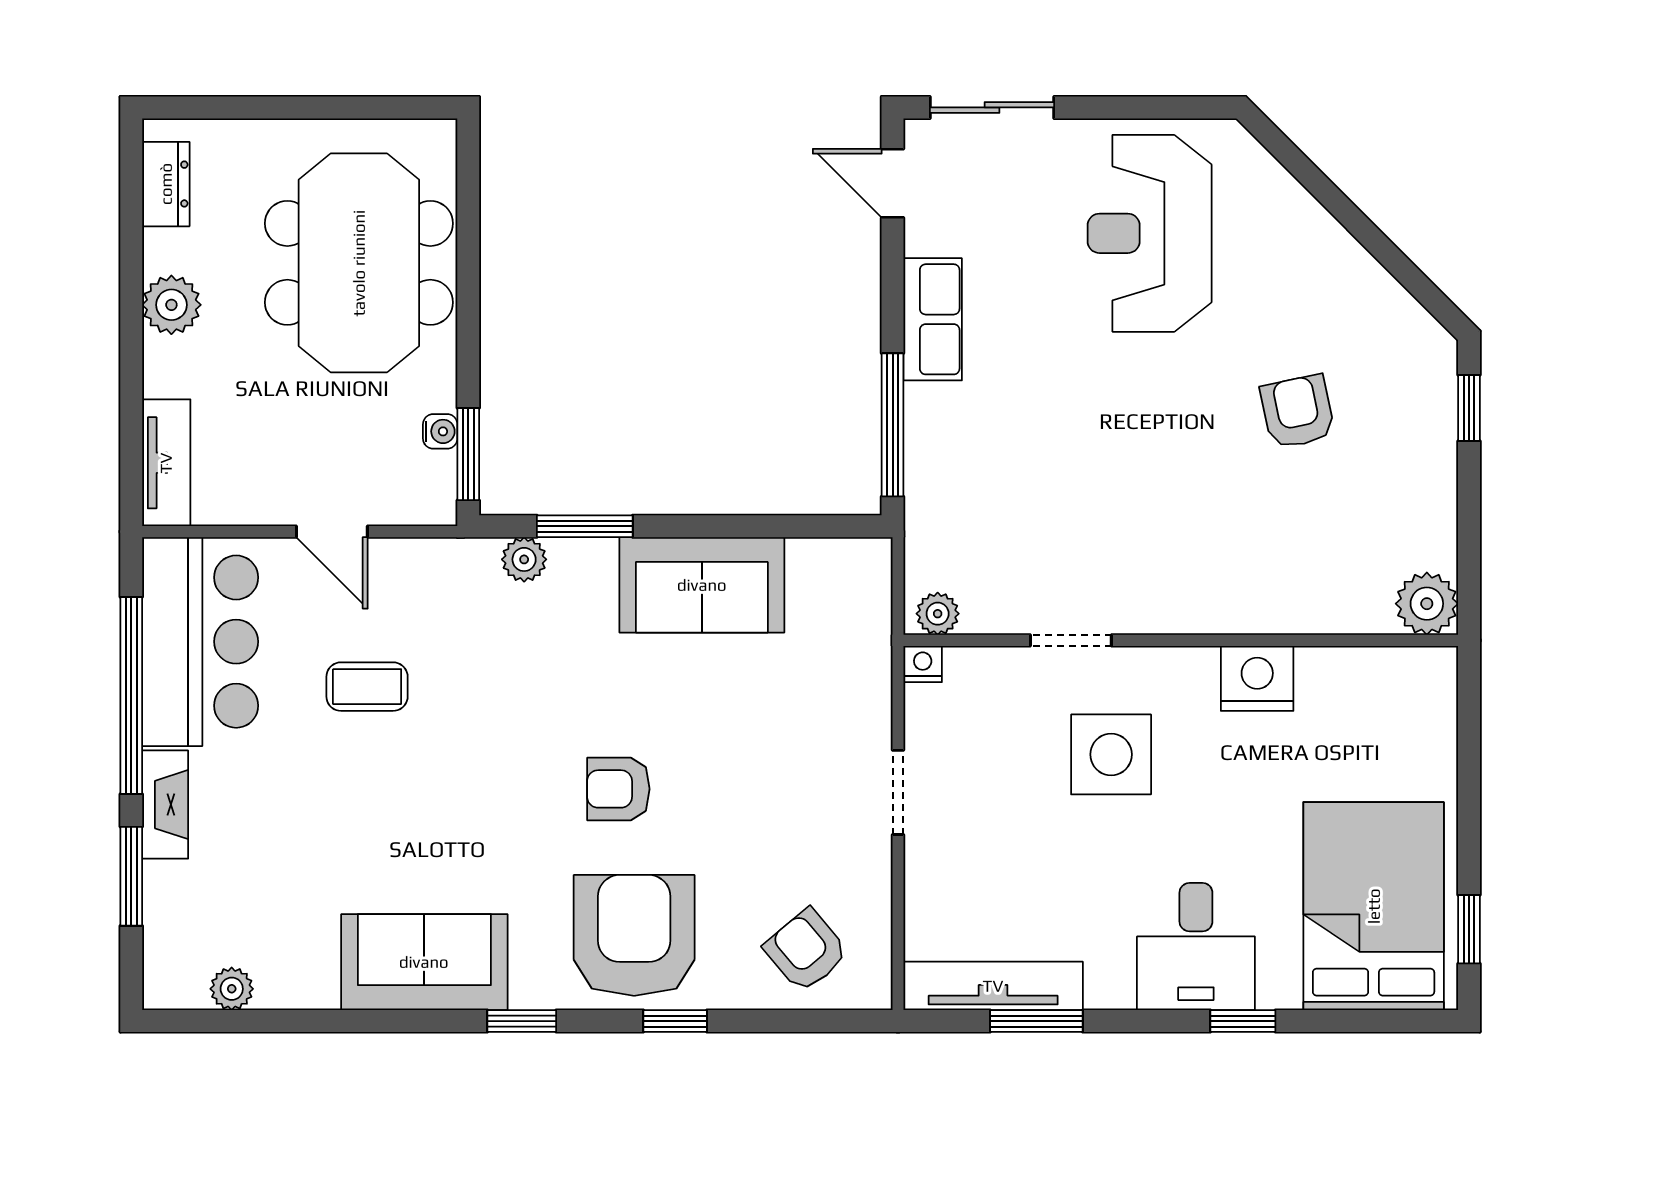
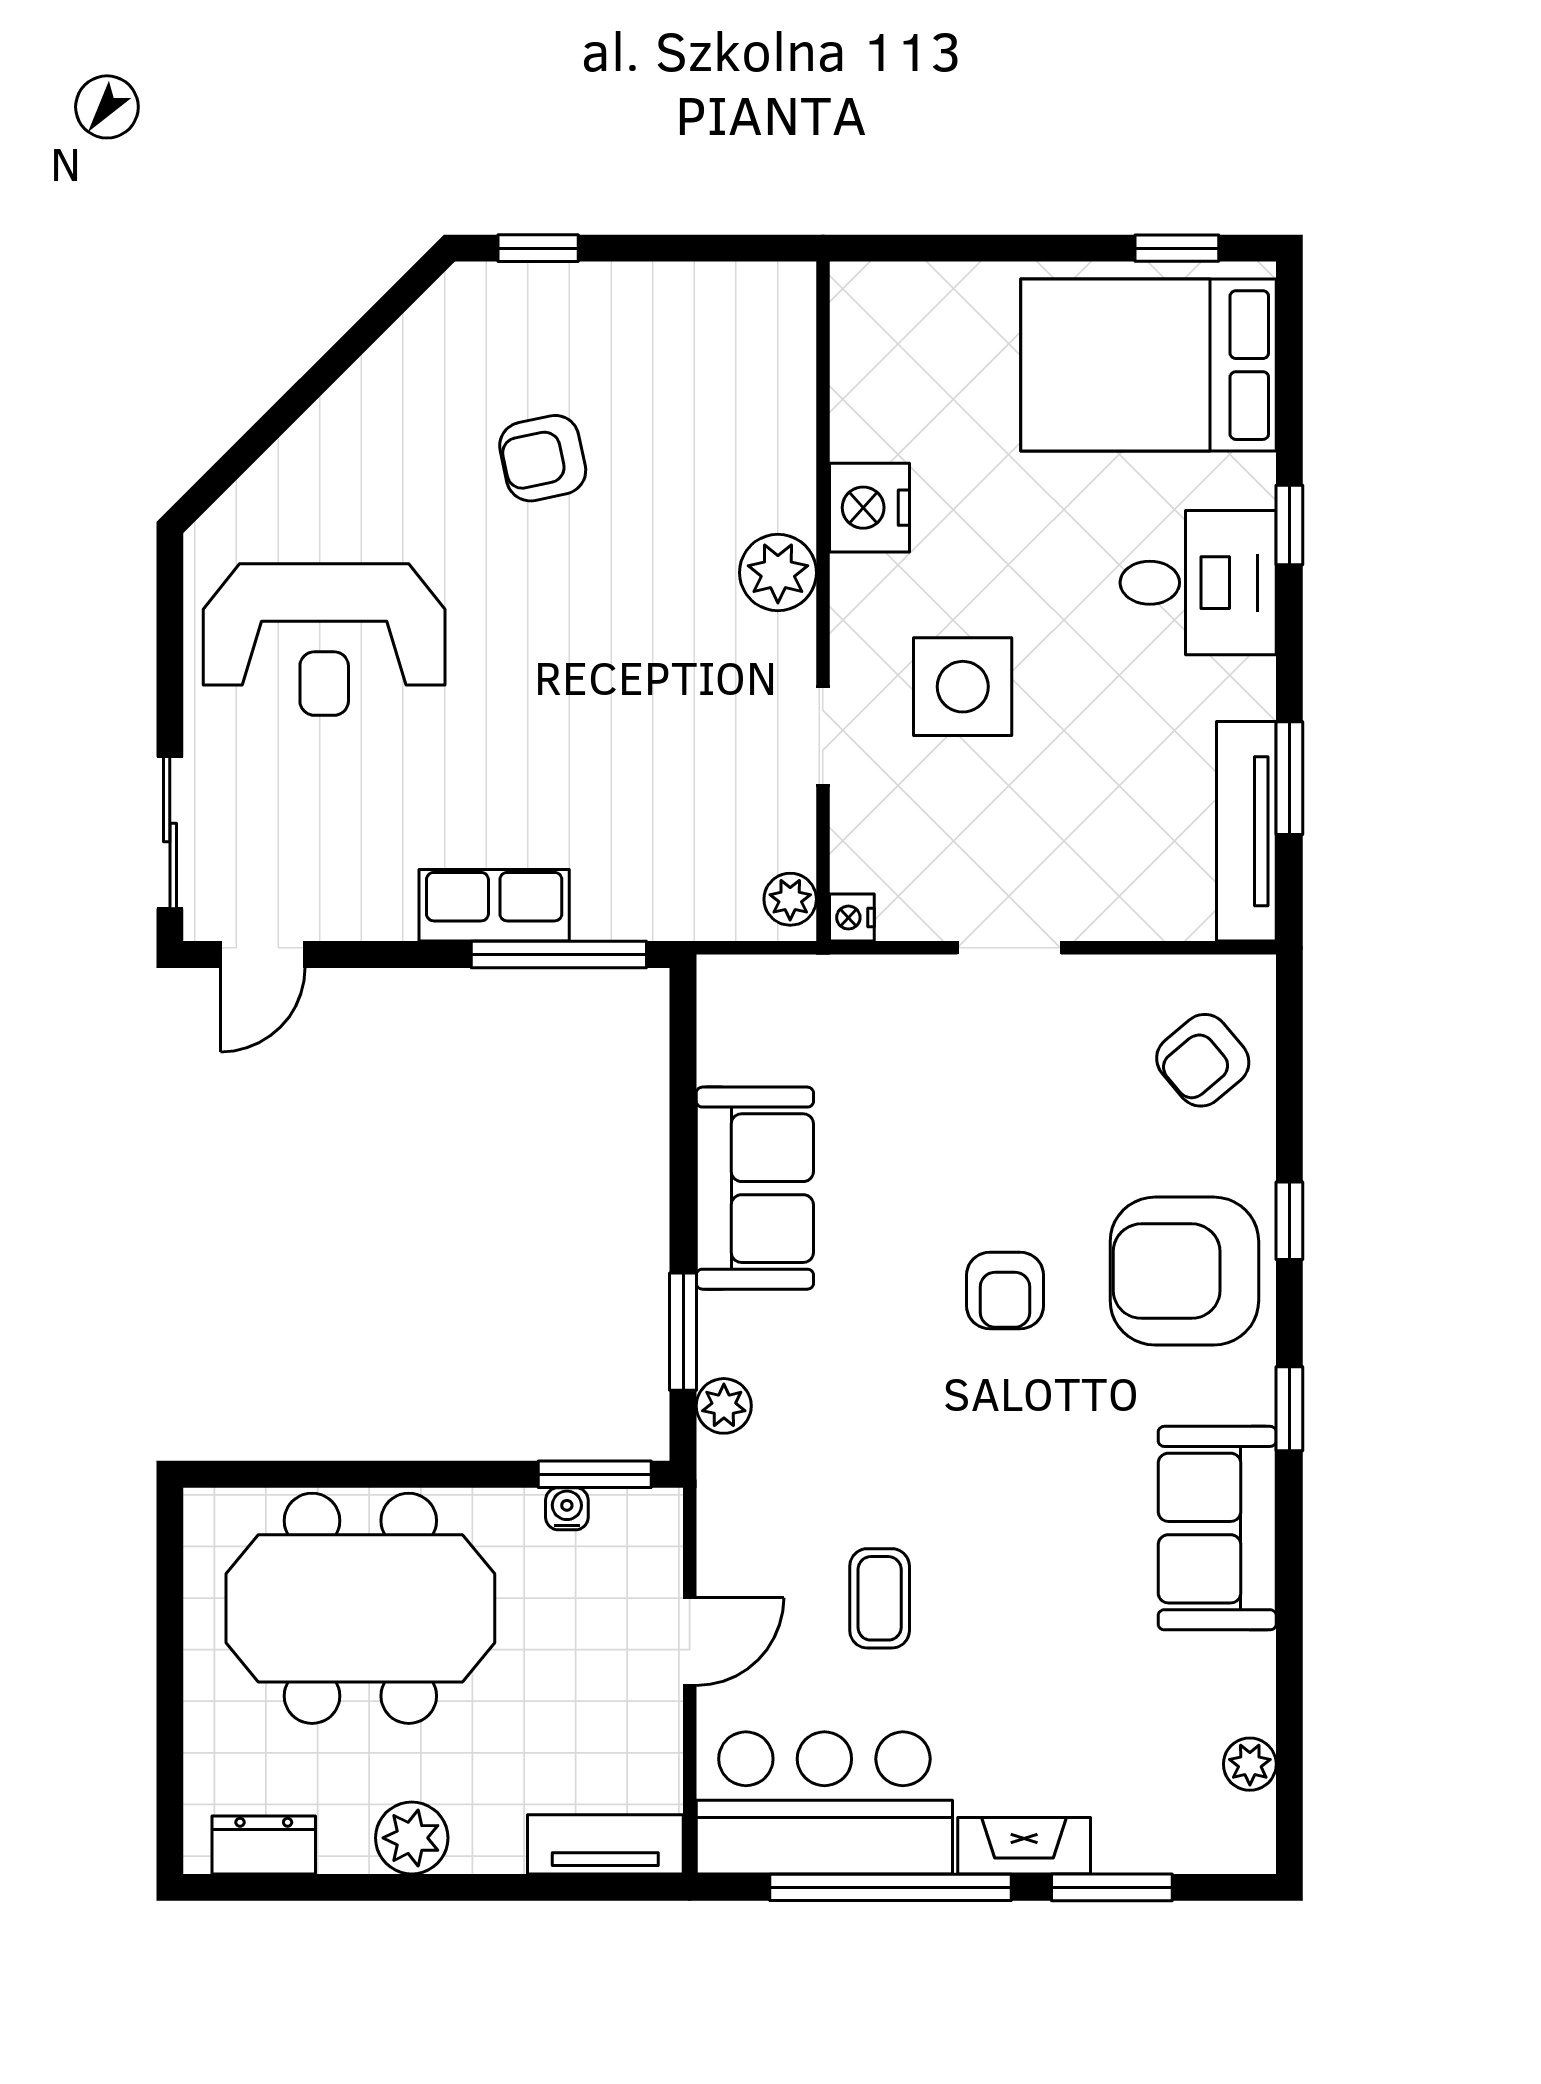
row of seats: (933, 319) -> (494, 905), moved
plant: (1427, 604) -> (778, 573), moved

